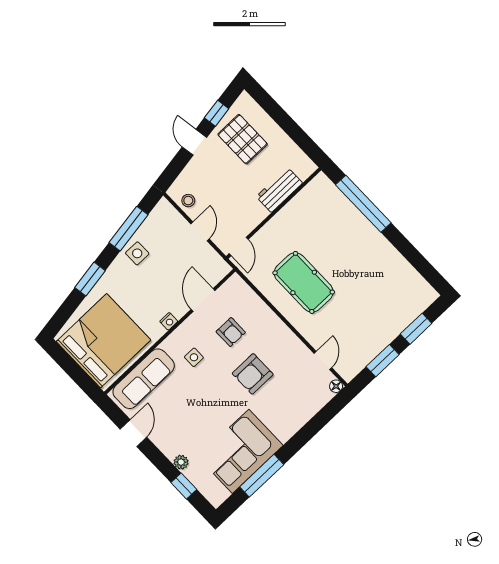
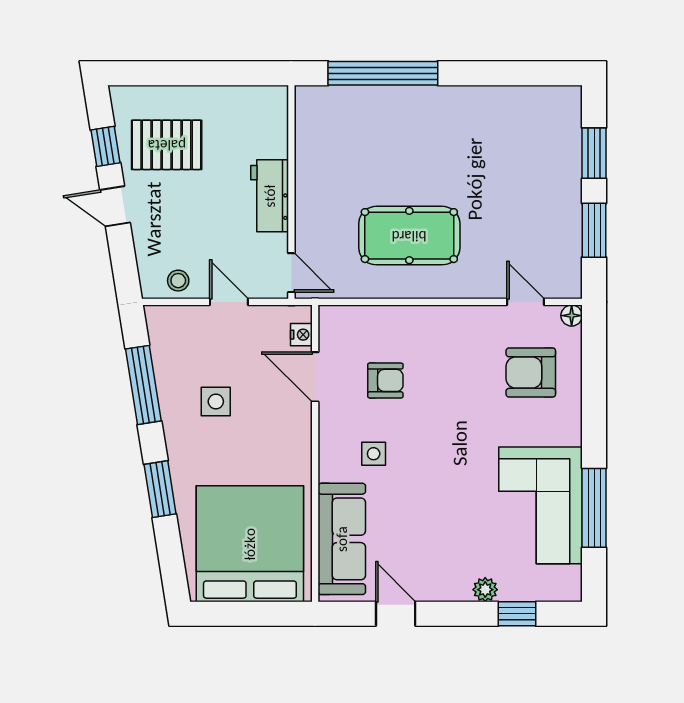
workbench: (279, 190) -> (270, 196), moved
side table: (137, 253) -> (216, 401), moved
nightstand: (169, 321) -> (301, 335), moved
armchair: (253, 374) -> (531, 373), moved, turned 90

